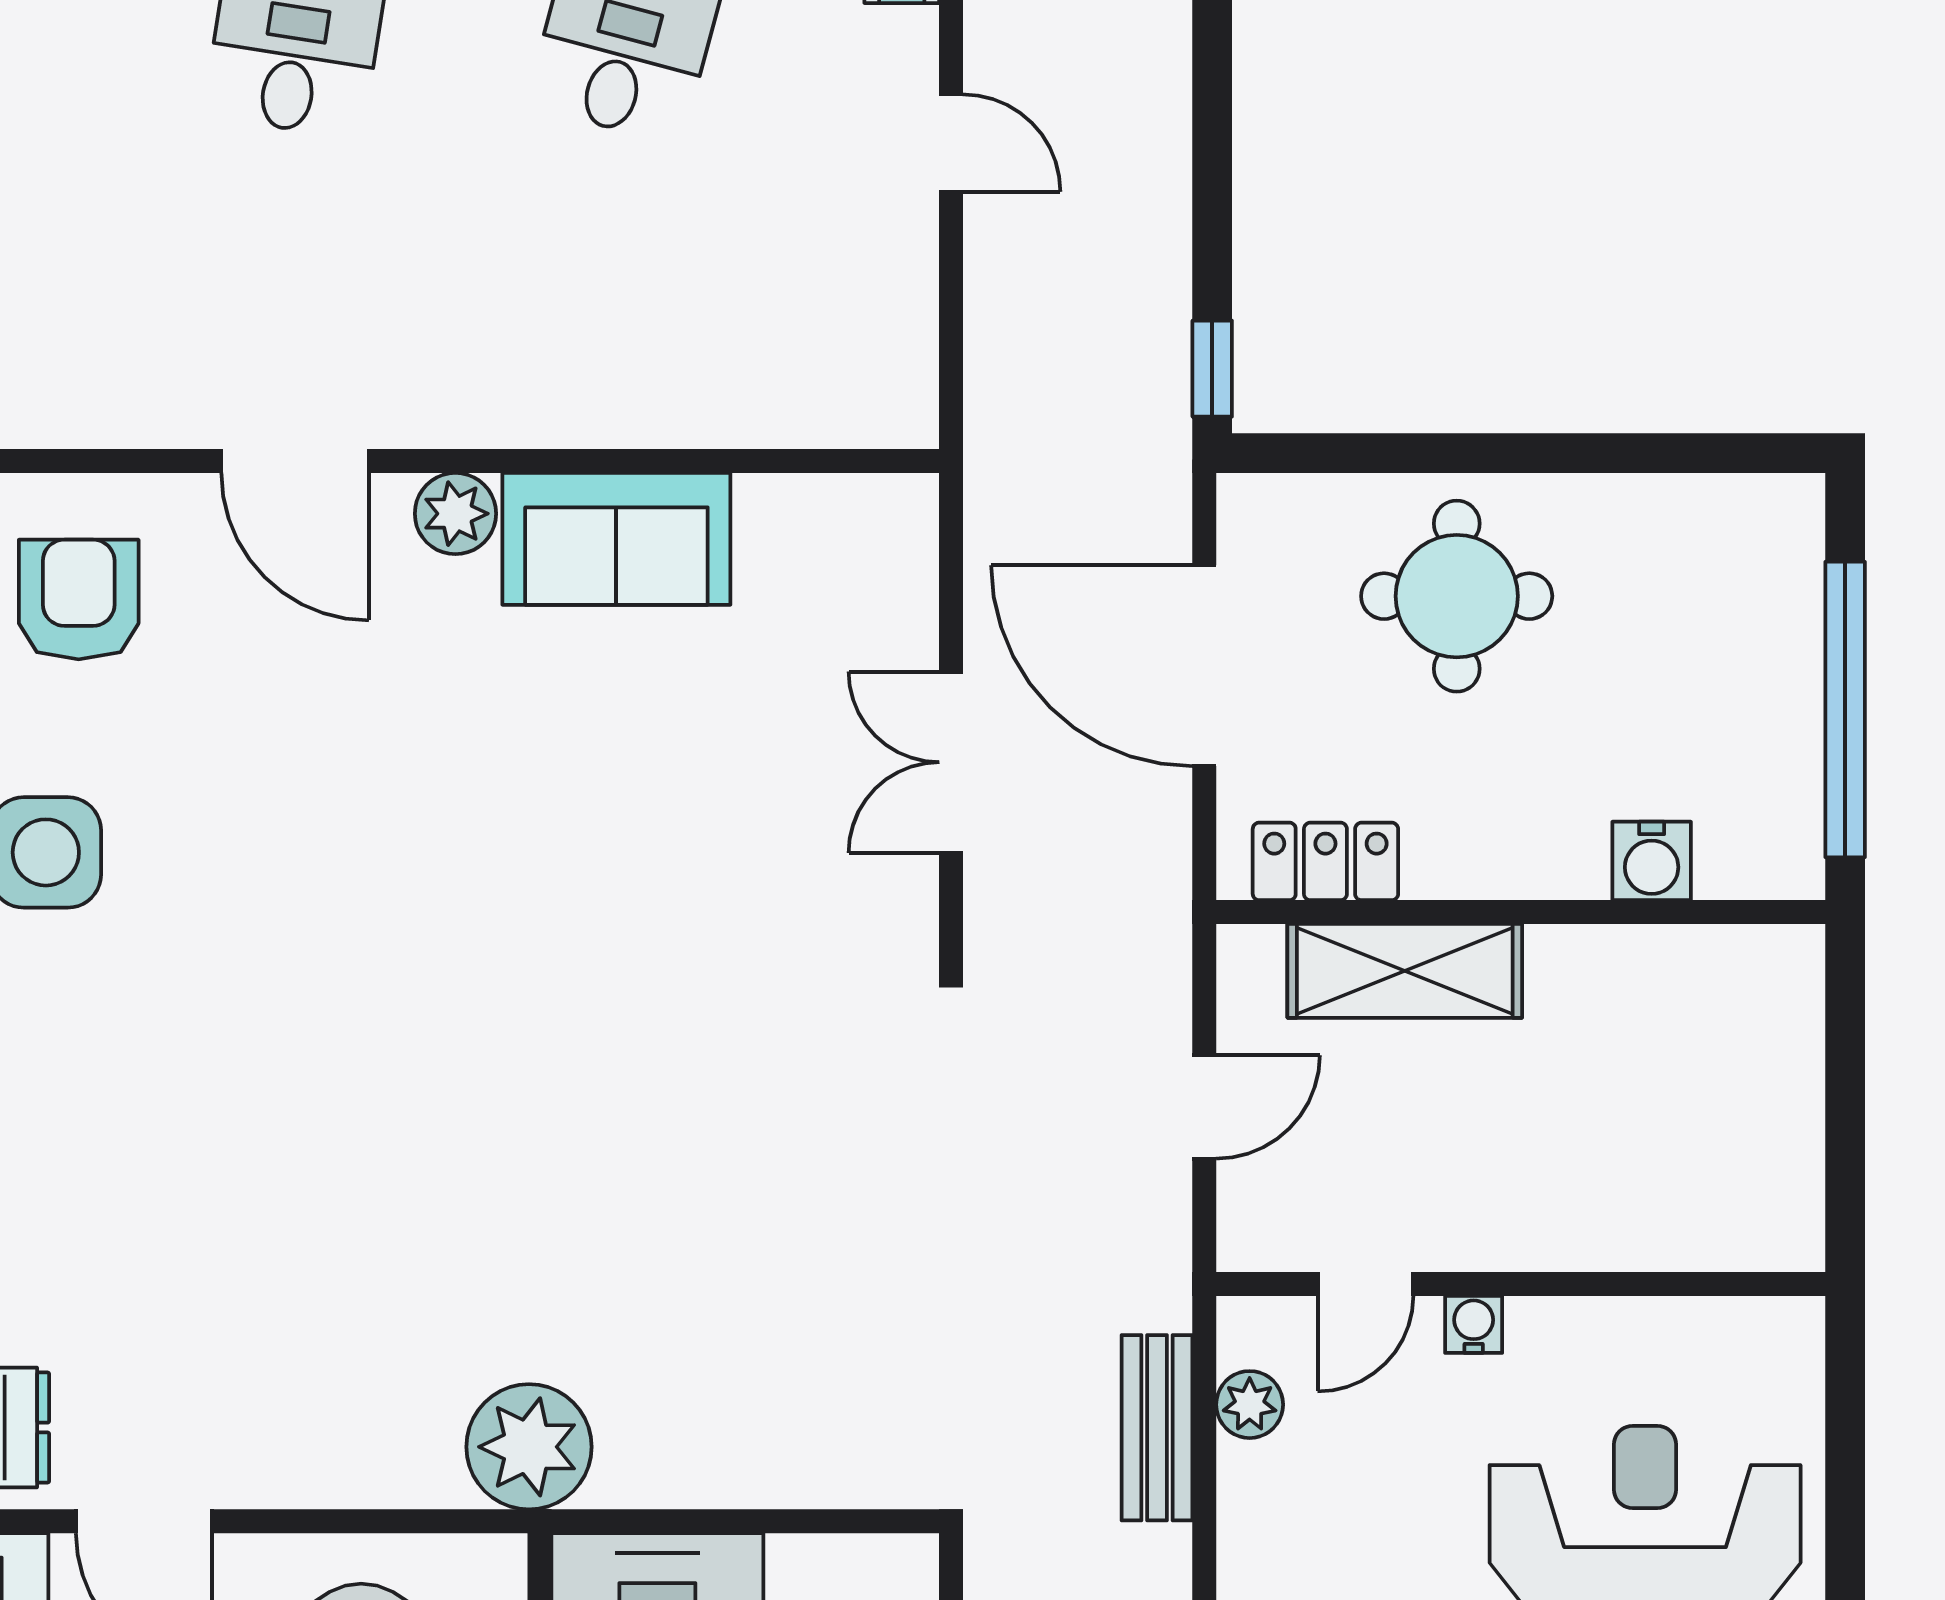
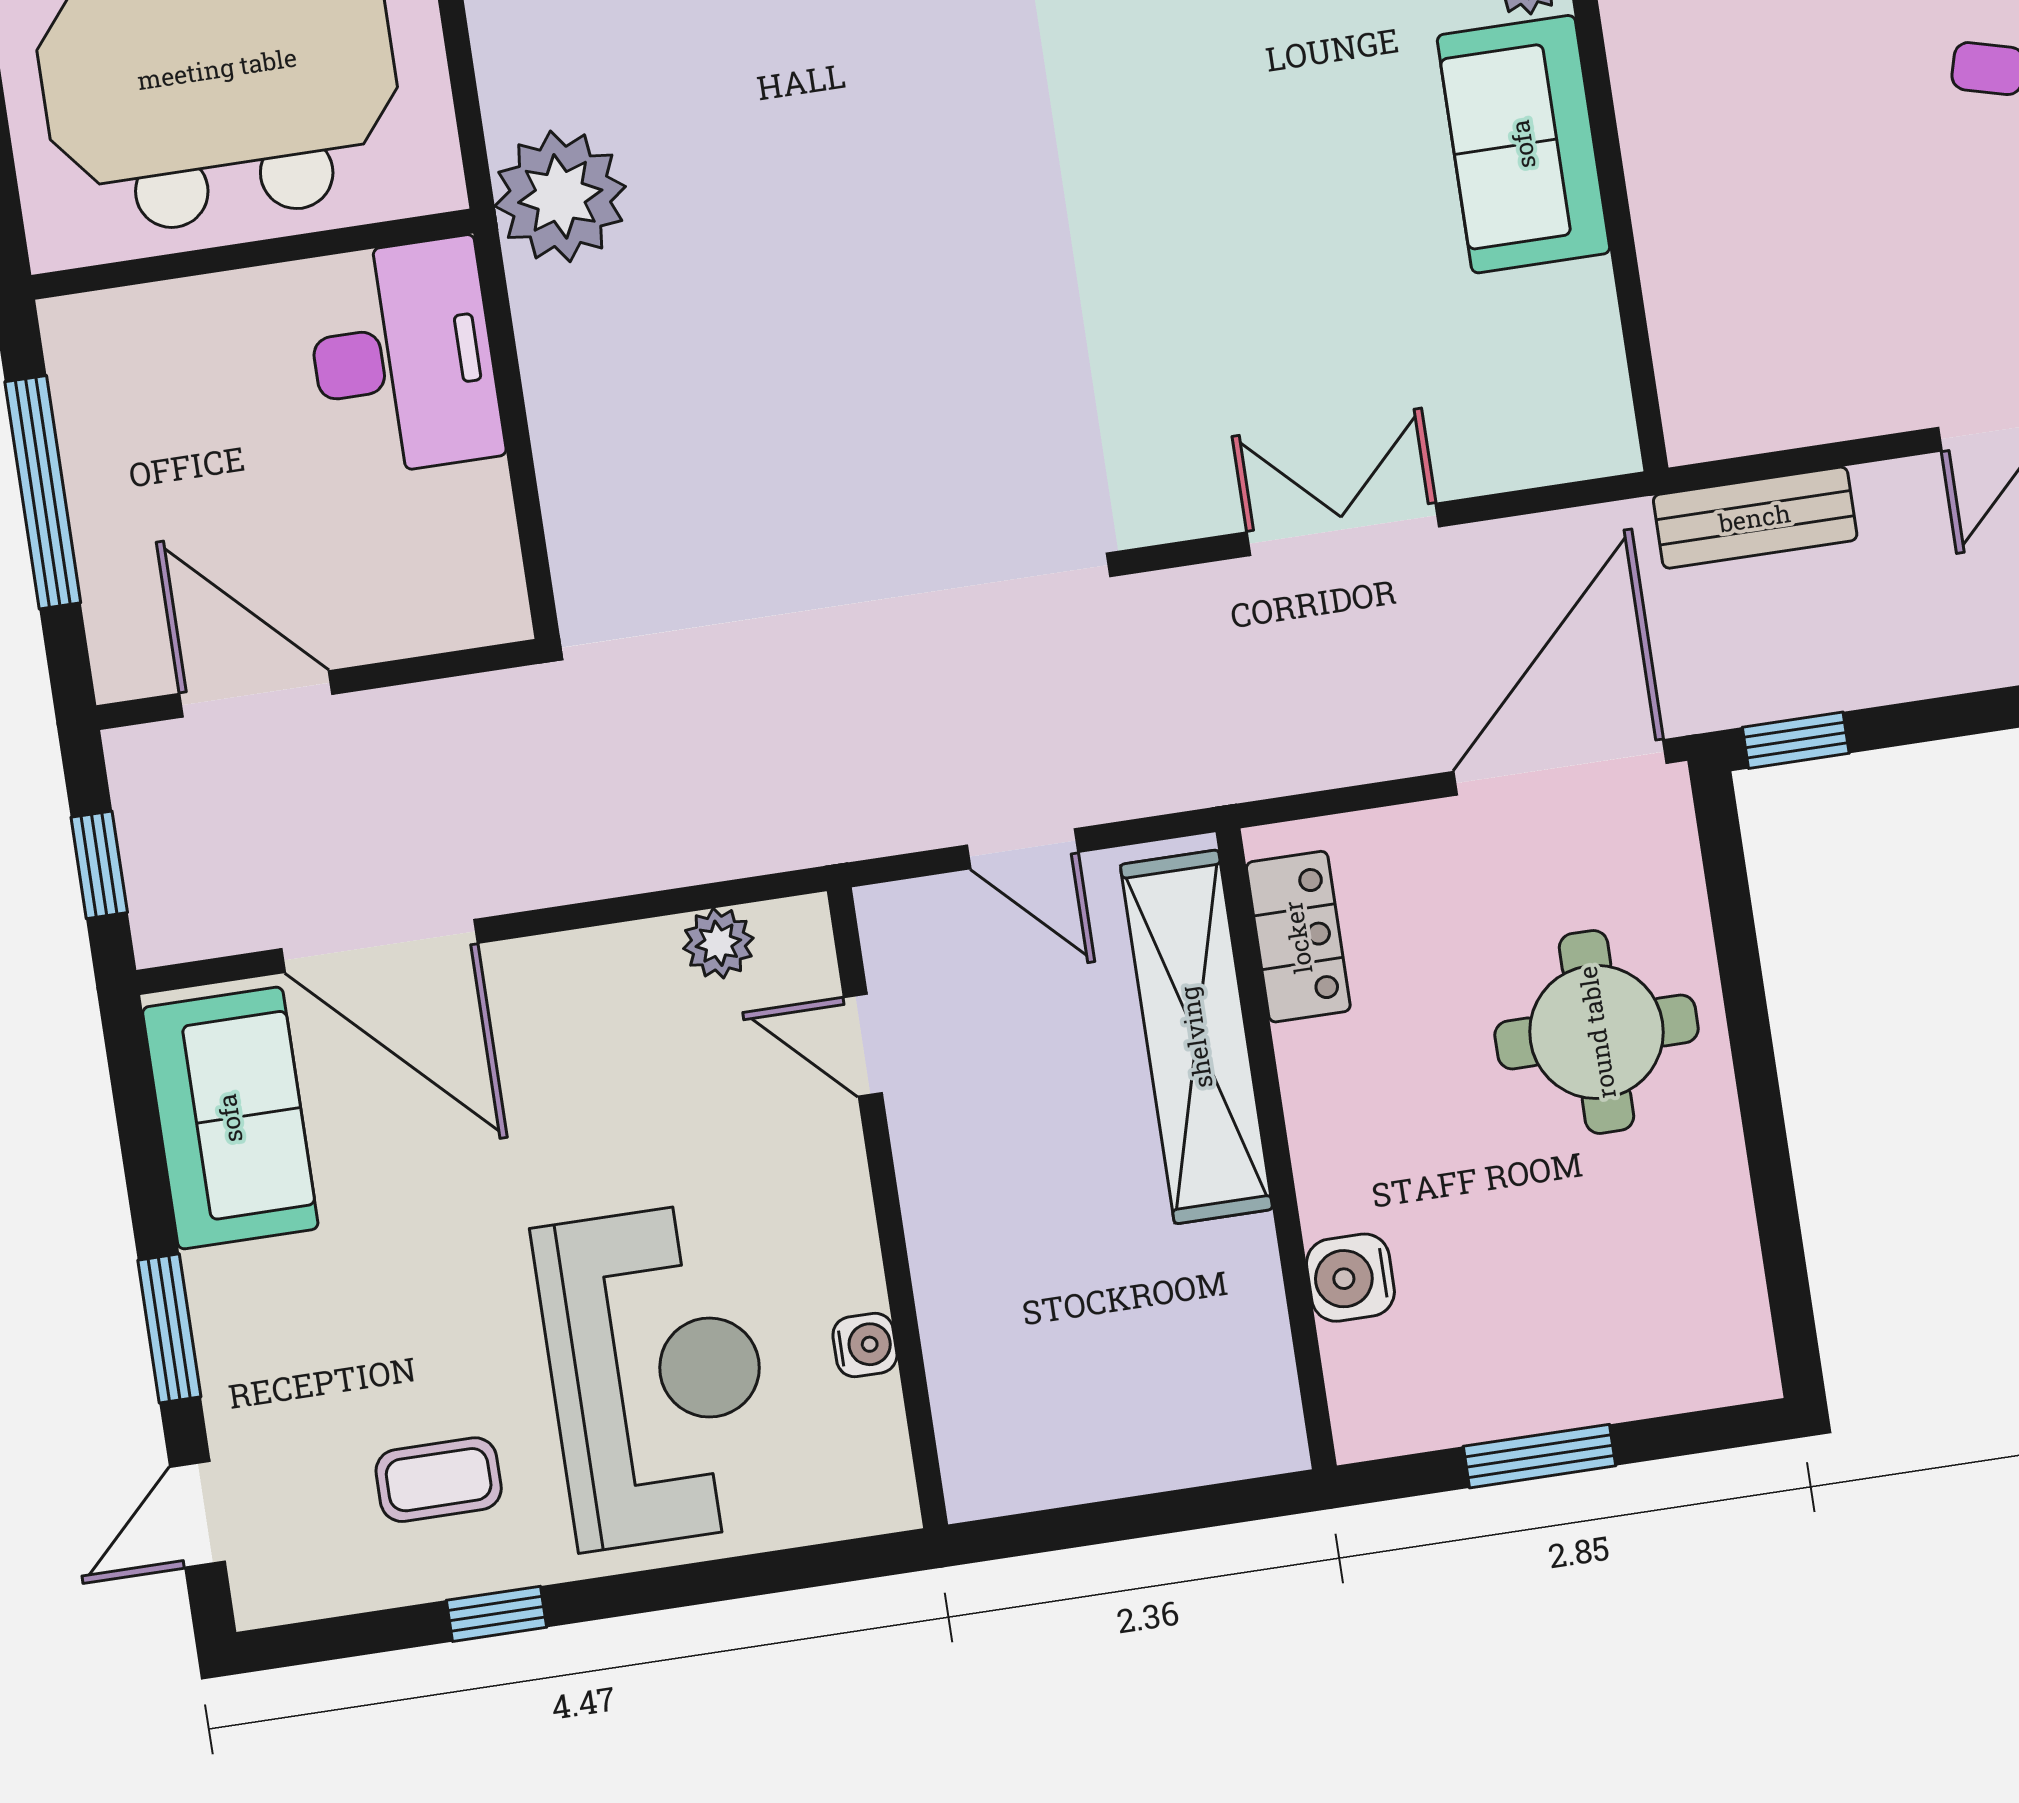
door: (1204, 666) -> (1560, 767), moved
window: (1845, 709) -> (1539, 1456), width x0.47
shelving: (1405, 971) -> (1196, 1037), width x1.47
water cooler: (1474, 1324) -> (865, 1345), moved
bench: (1157, 1428) -> (1755, 518), moved

